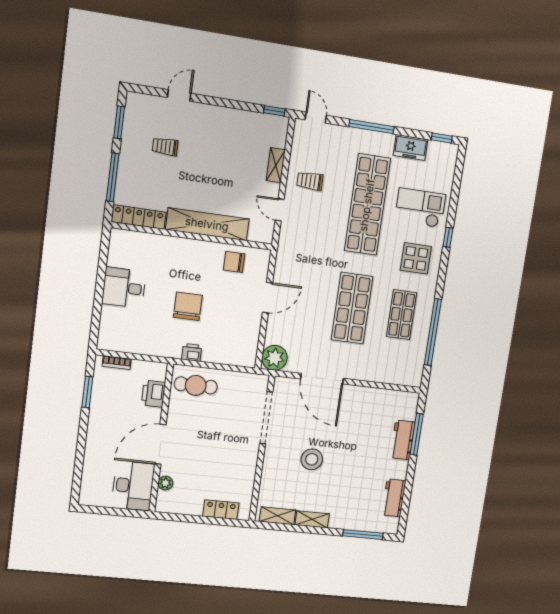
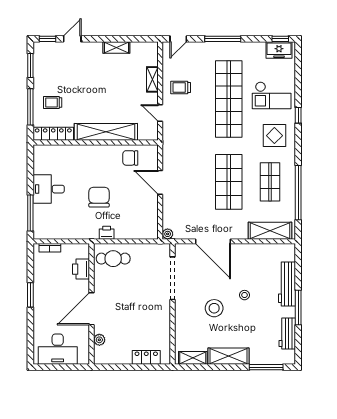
window: (274, 111) -> (48, 39), moved
shelving: (235, 116) -> (116, 48), added
door: (316, 118) -> (178, 39), swing flipped
trolley: (165, 147) -> (53, 103), moved
freezer: (411, 147) -> (279, 50), moved
checkout: (420, 208) -> (272, 95), turned 180
door: (267, 298) -> (160, 182), swing flipped
window: (96, 315) -> (30, 213), added
plant: (274, 358) -> (168, 234), width x0.53, depth x0.53
shelving: (392, 374) -> (270, 231), added
window: (87, 392) -> (30, 295), moved
window: (417, 434) -> (298, 308), moved
workbench: (403, 440) -> (287, 284), width x1.38
stool: (350, 447) -> (244, 295), added
desk: (133, 486) -> (58, 349), moved, turned 90
shelving: (312, 519) -> (228, 356), width x1.50, depth x1.33

